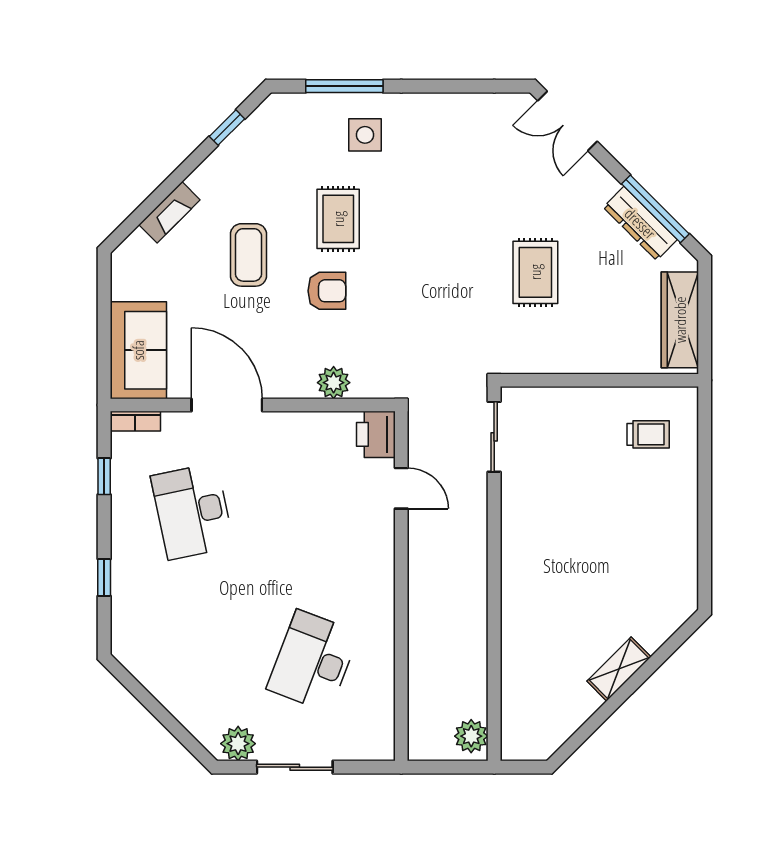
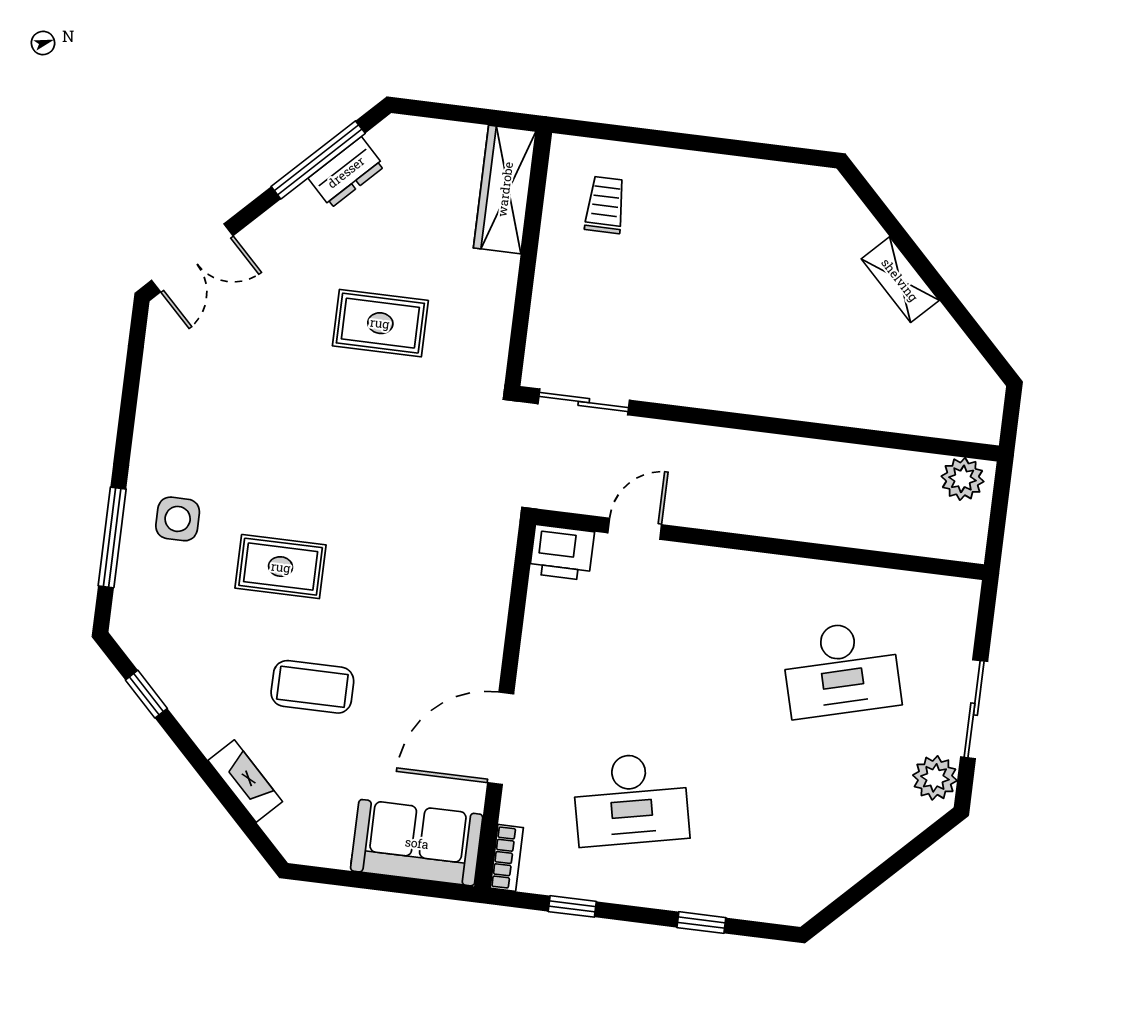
dresser: (640, 223) -> (346, 172), width x0.70
armchair: (327, 291) -> (371, 592), removed
wardrobe: (680, 320) -> (505, 189), moved, turned 90
plant: (334, 383) -> (489, 598), removed
desk: (313, 661) -> (841, 669), turned -36

